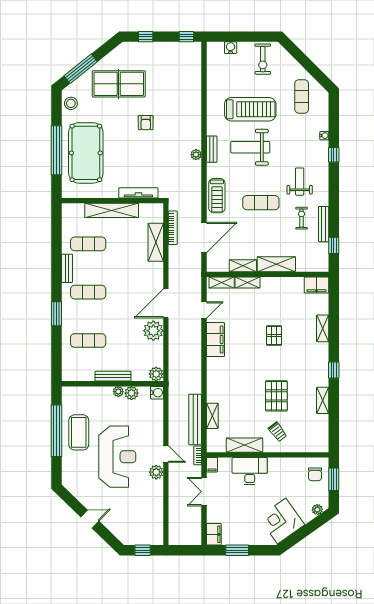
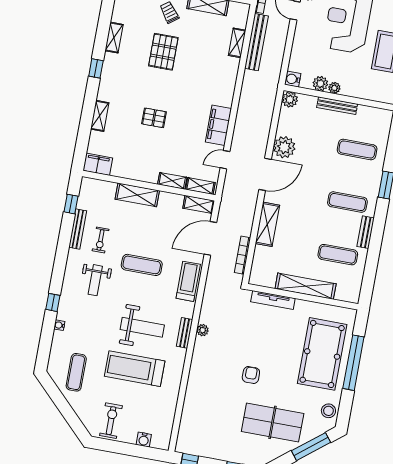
shelving: (156, 242) -> (267, 224), moved
shelving: (243, 266) -> (199, 204), moved
pallet: (274, 336) -> (154, 118), turned 90

